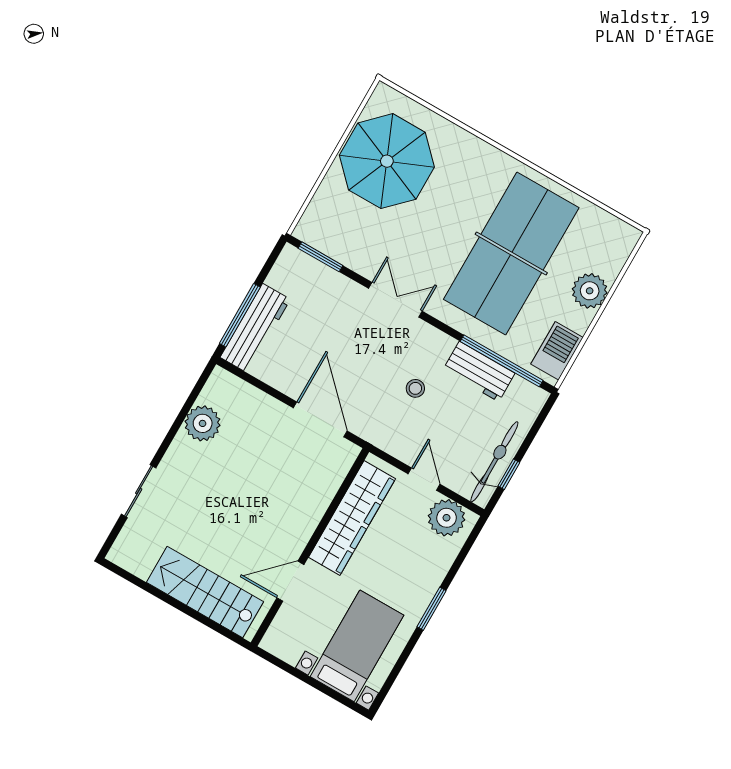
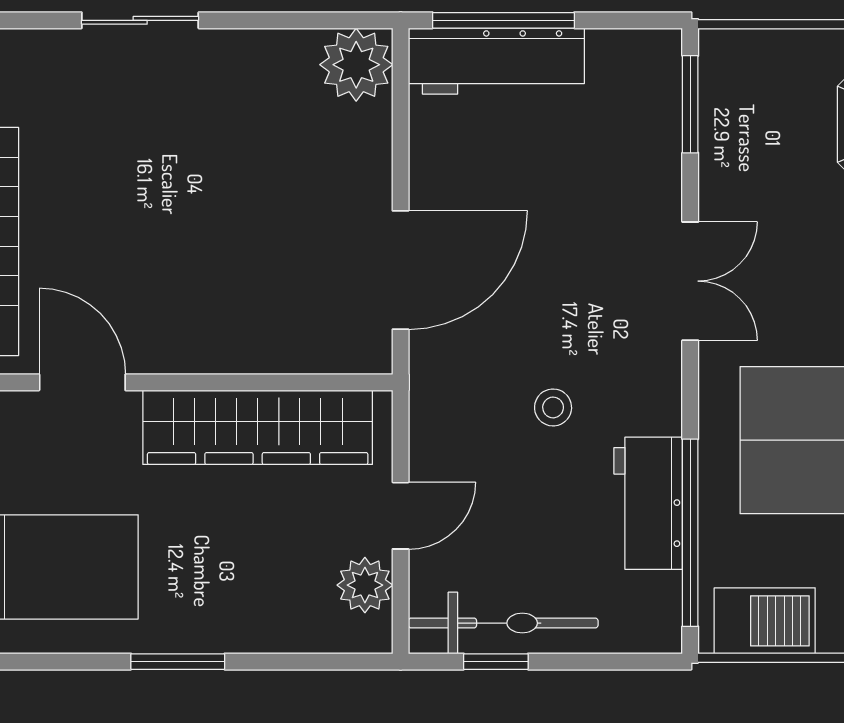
plant: (203, 423) -> (356, 65), moved
sliding door: (139, 491) -> (140, 20), moved
plant: (447, 518) -> (365, 585), width x0.73, depth x0.73

